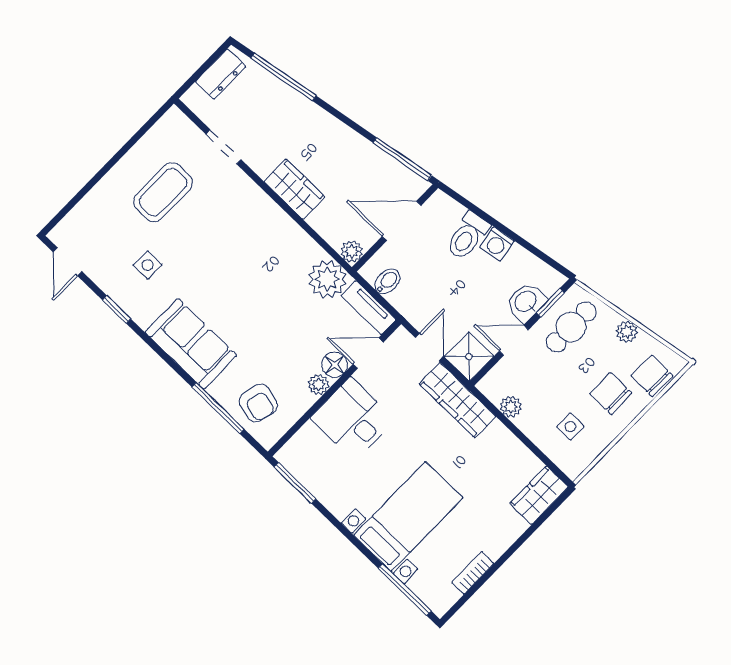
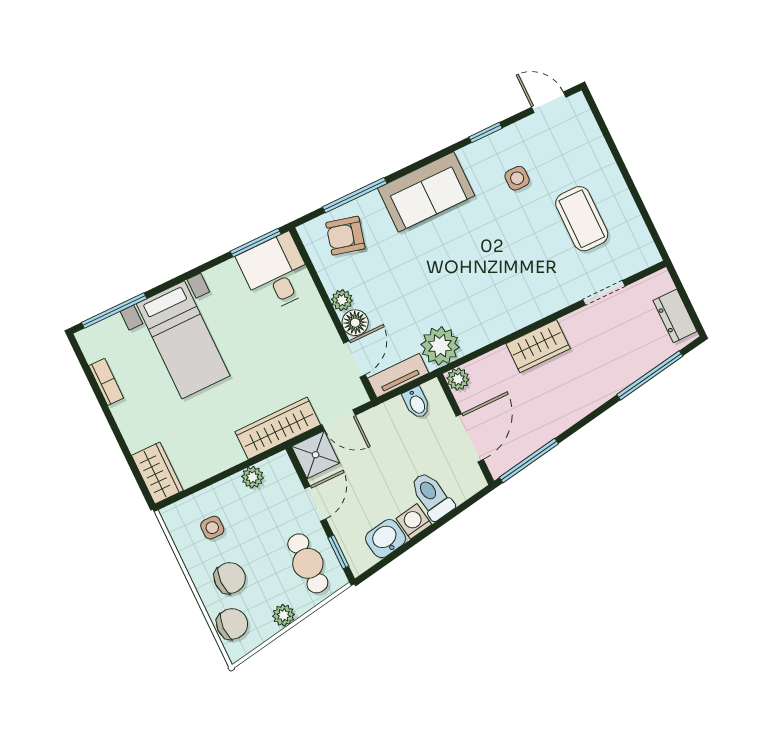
washbasin: (526, 302) -> (386, 539), moved, turned -100
desk: (353, 419) -> (276, 273), moved, turned -90

